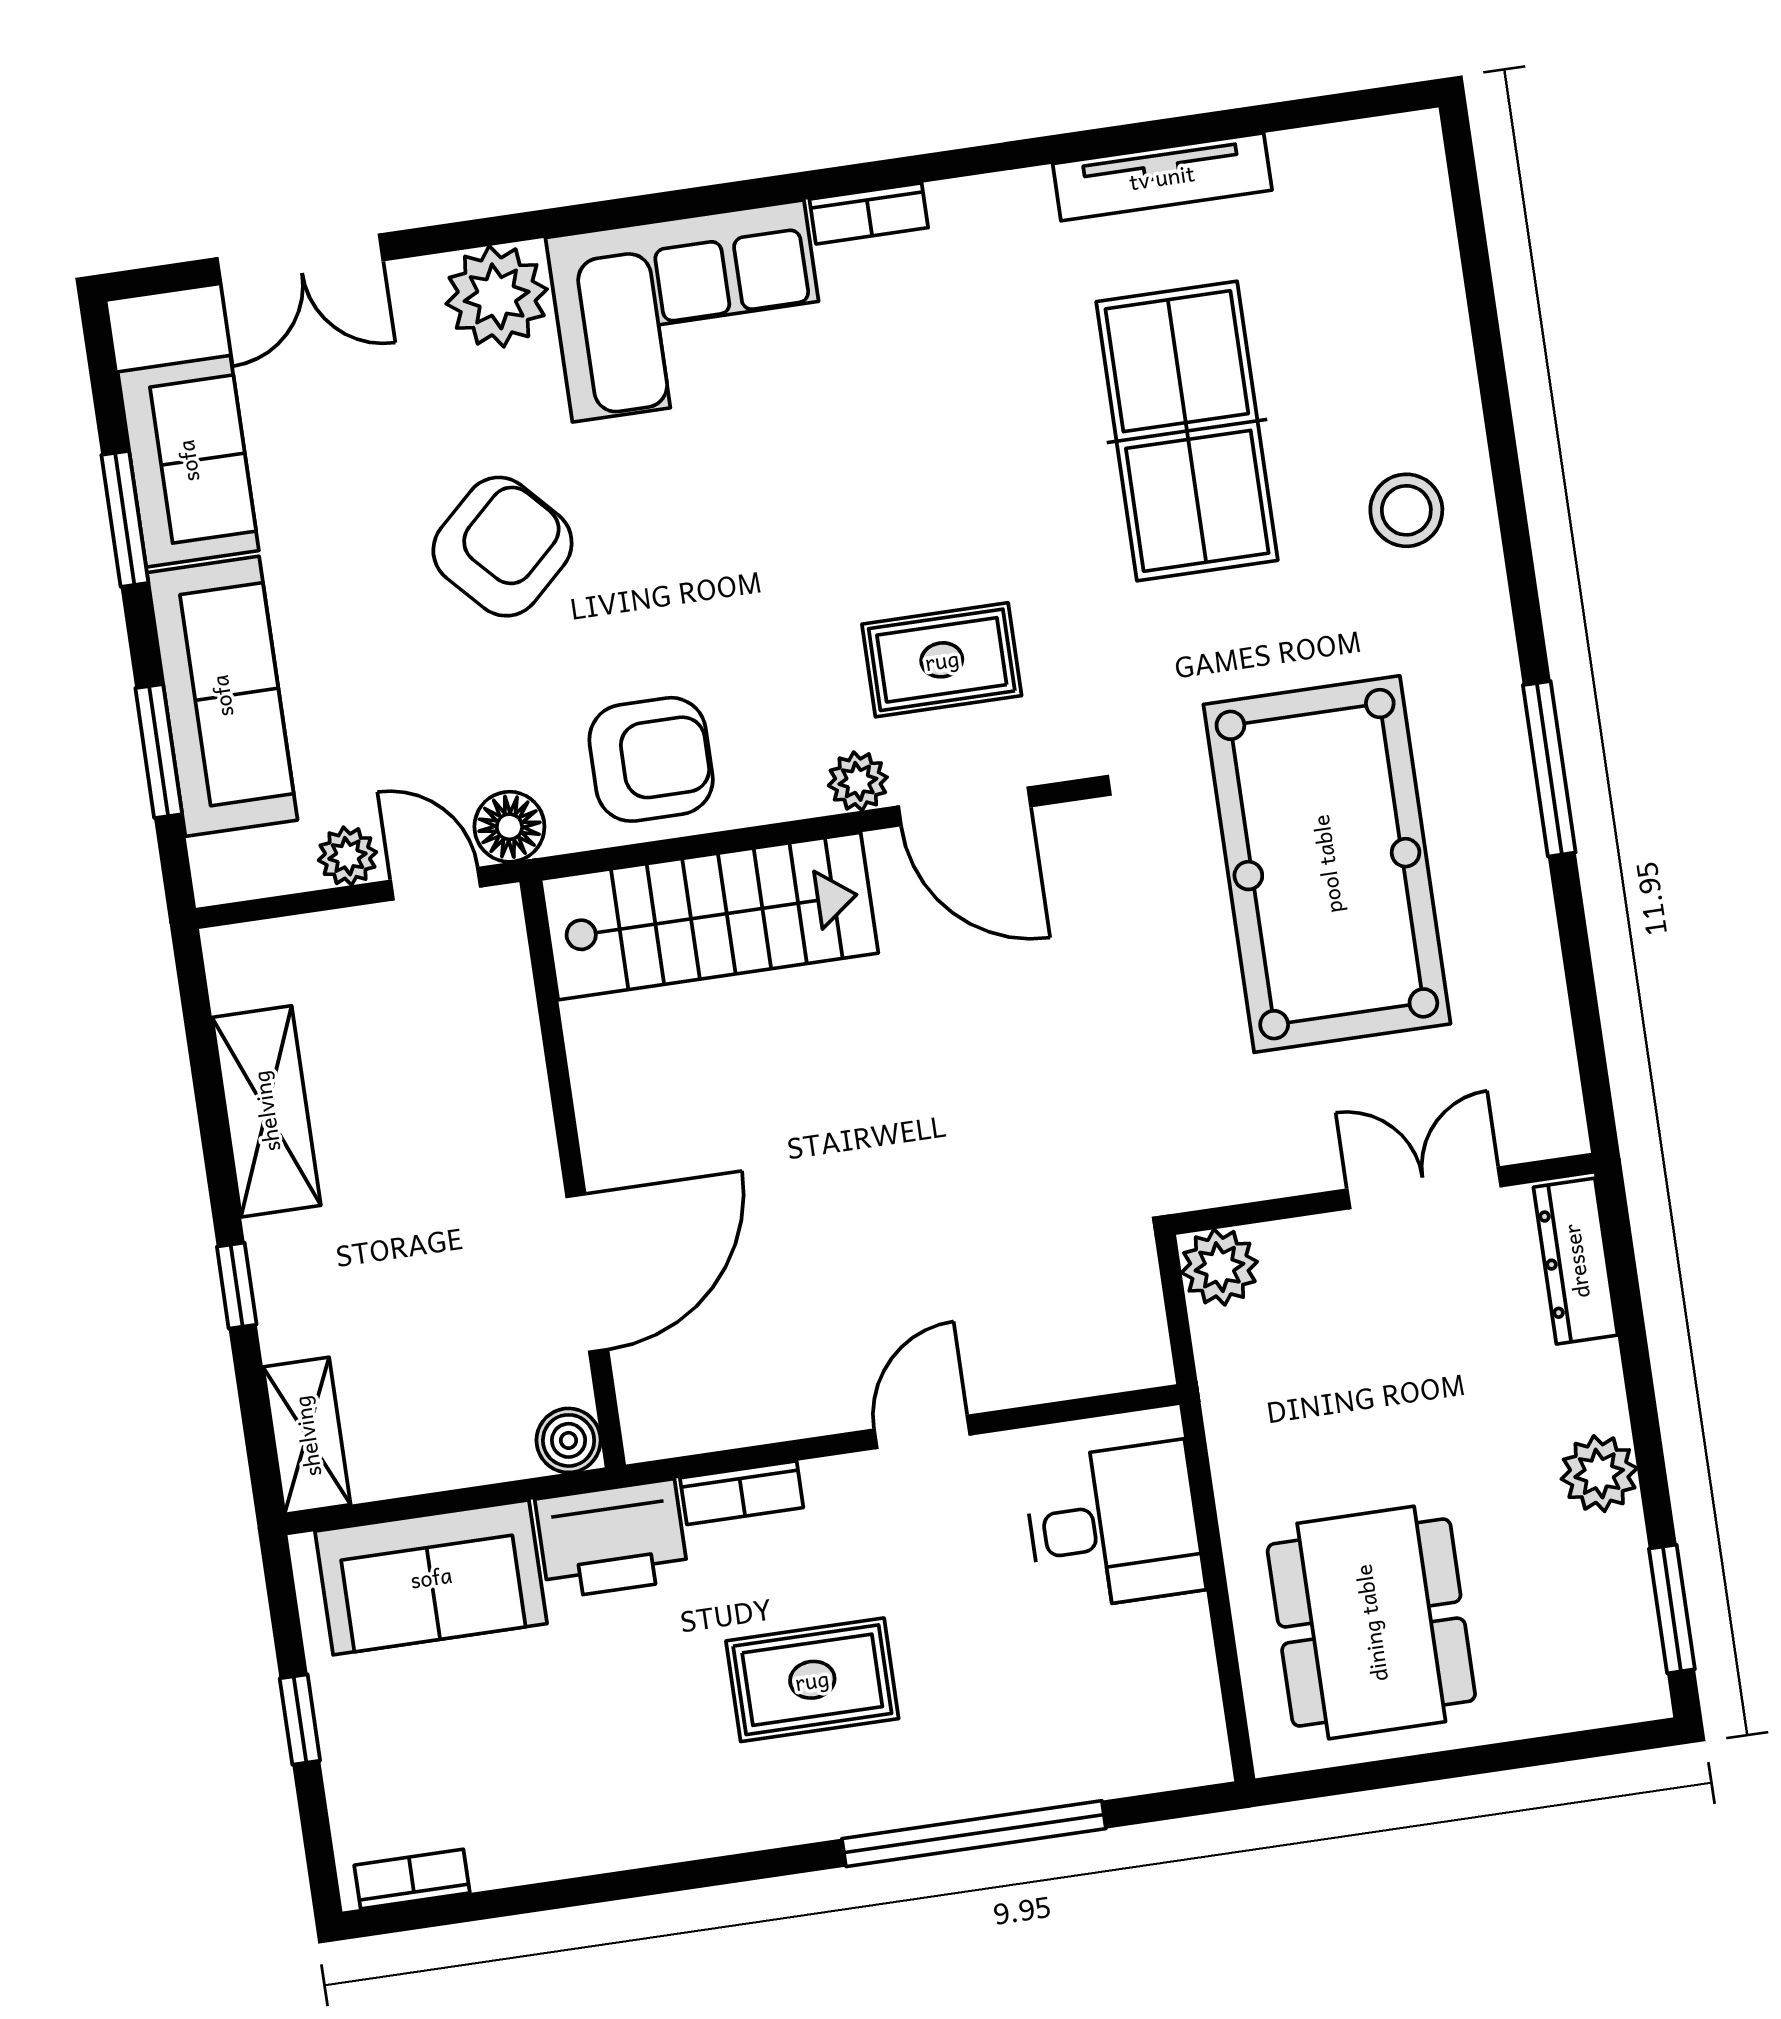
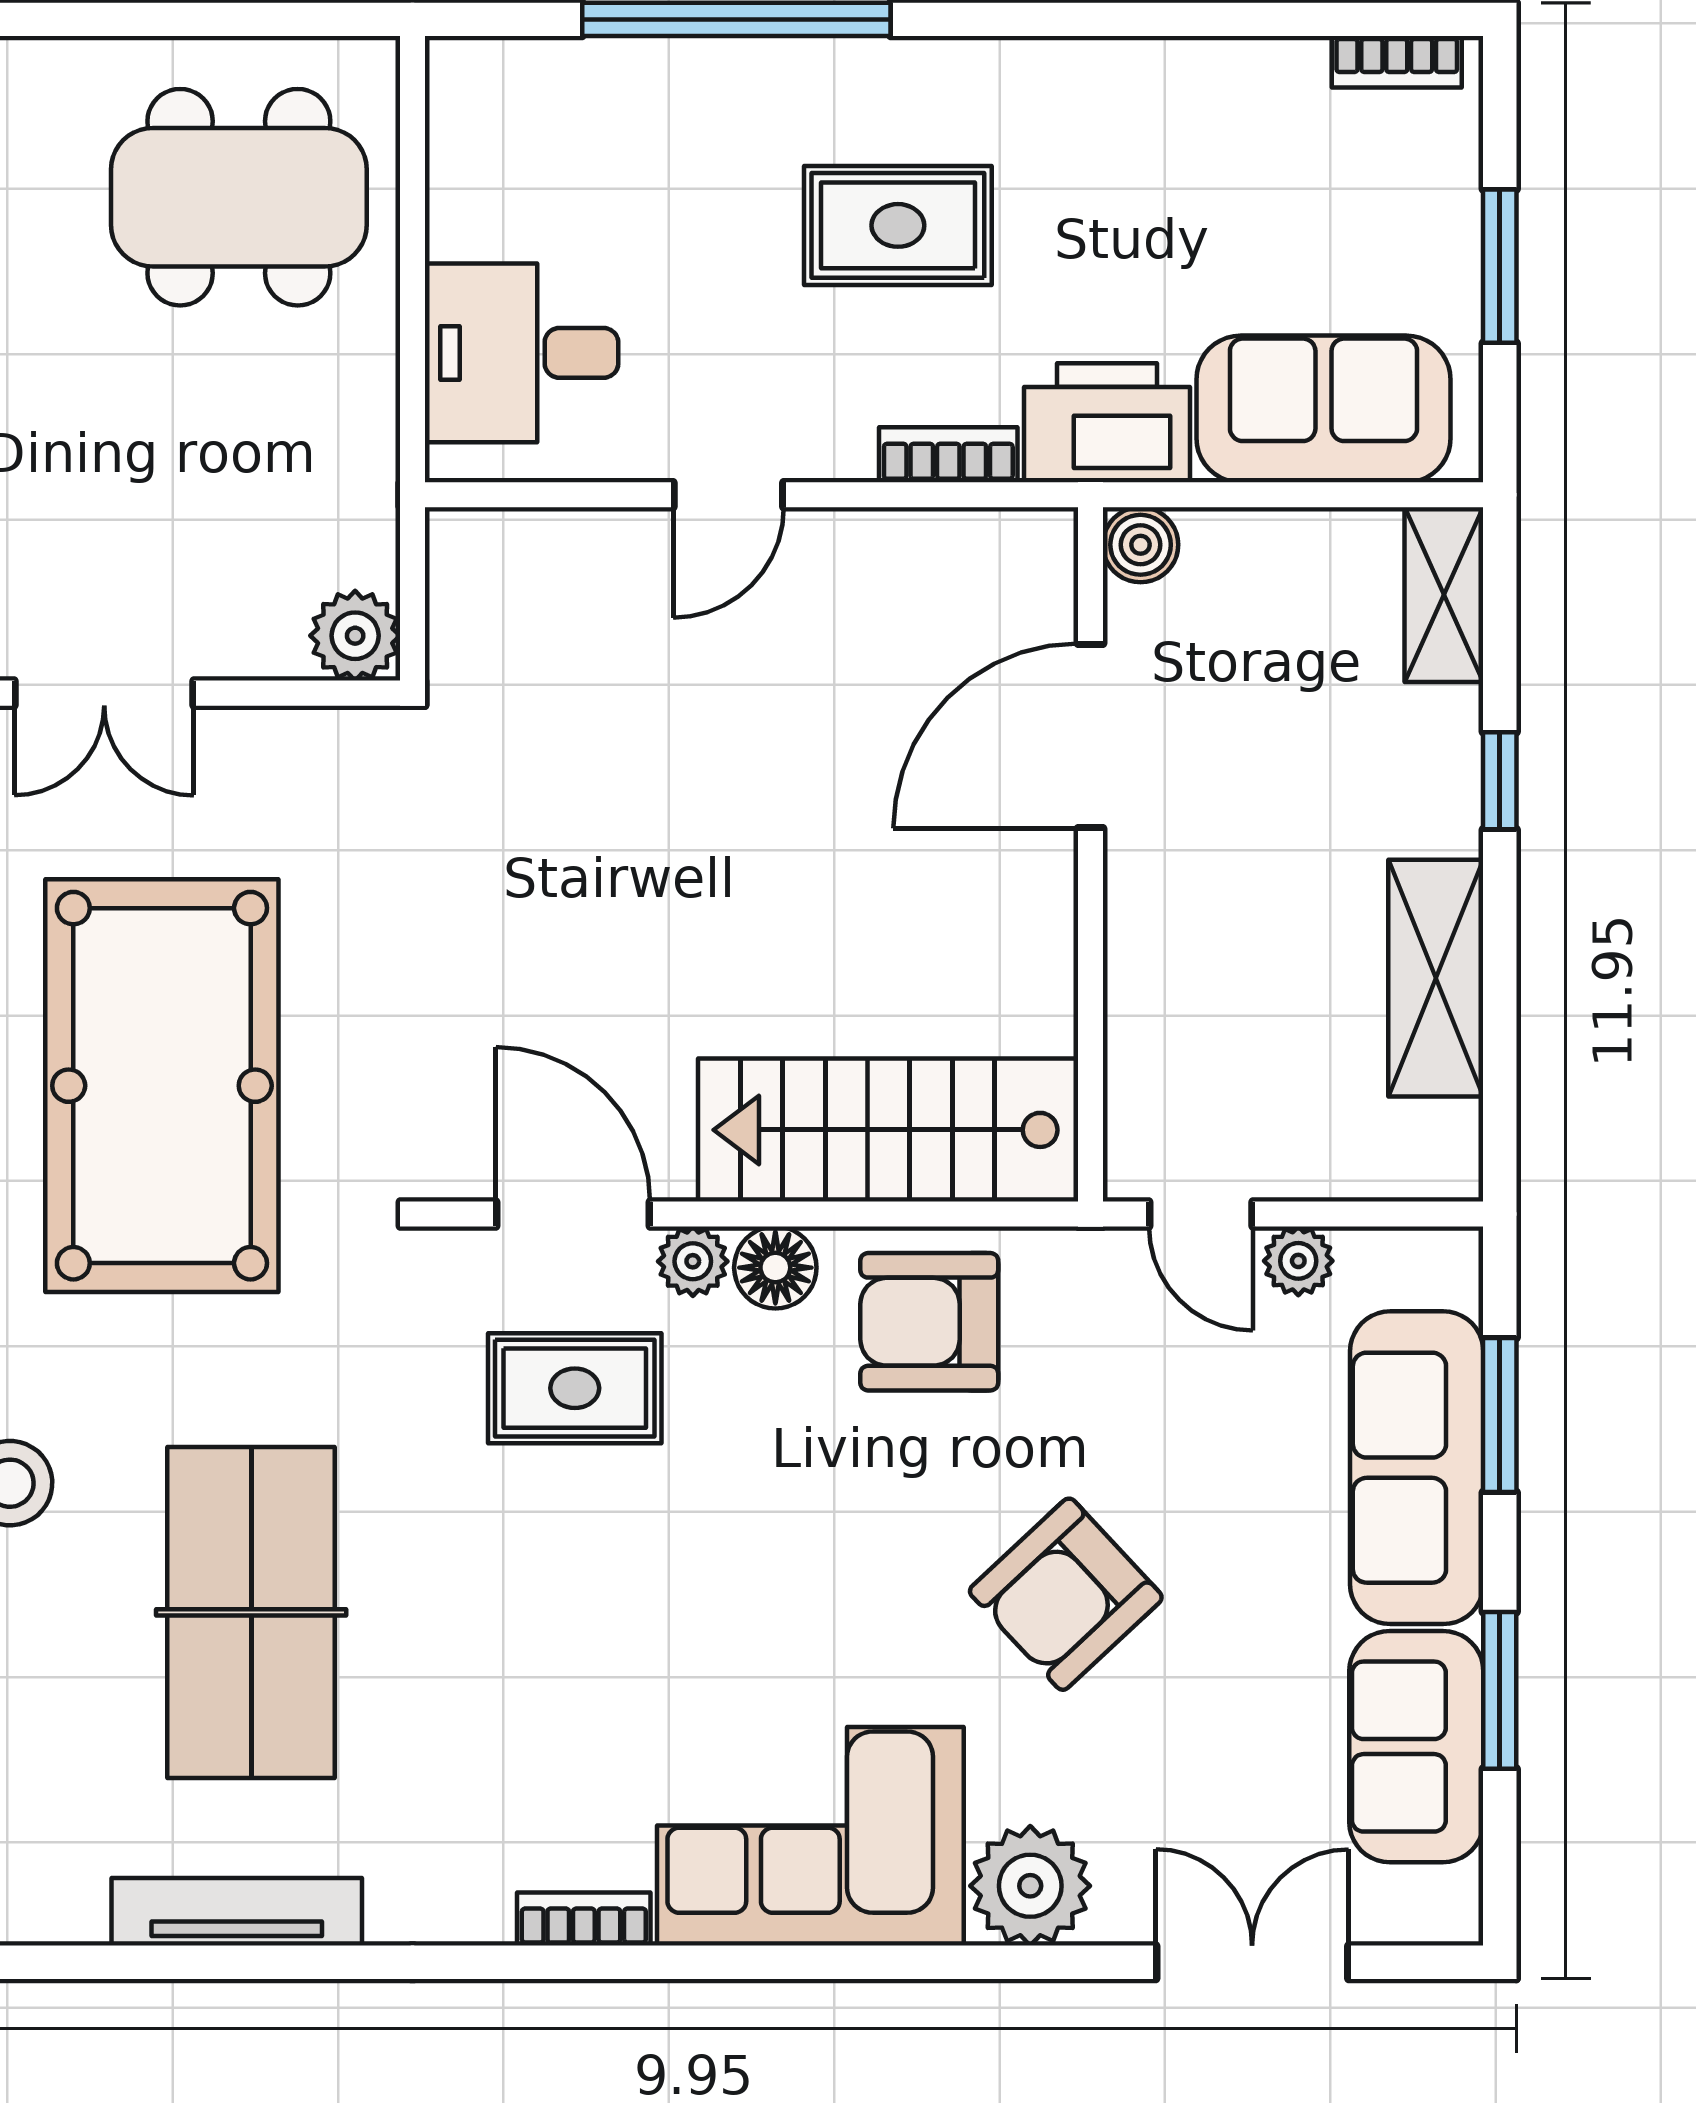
floor lamp: (509, 827) -> (775, 1268), moved
dining table: (1371, 1623) -> (239, 197), turned 90
window: (300, 1719) -> (1500, 266), width x1.50

